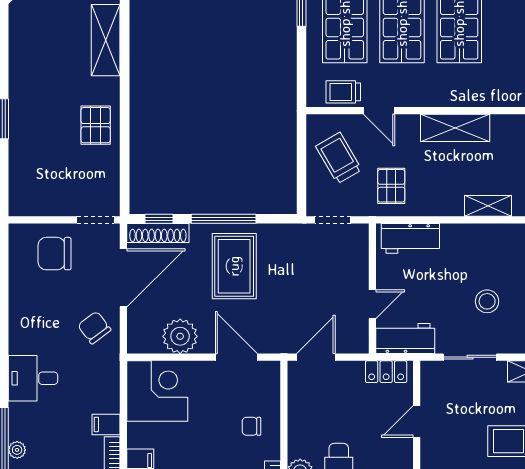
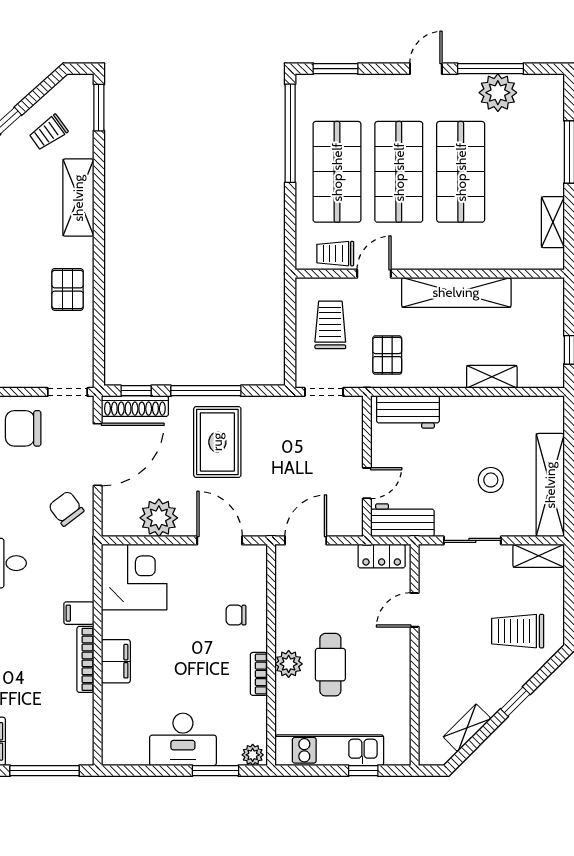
door: (379, 111) -> (374, 274), swing flipped
shelving: (455, 128) -> (456, 292), width x1.47
trolley: (339, 158) -> (330, 325), turned 30

